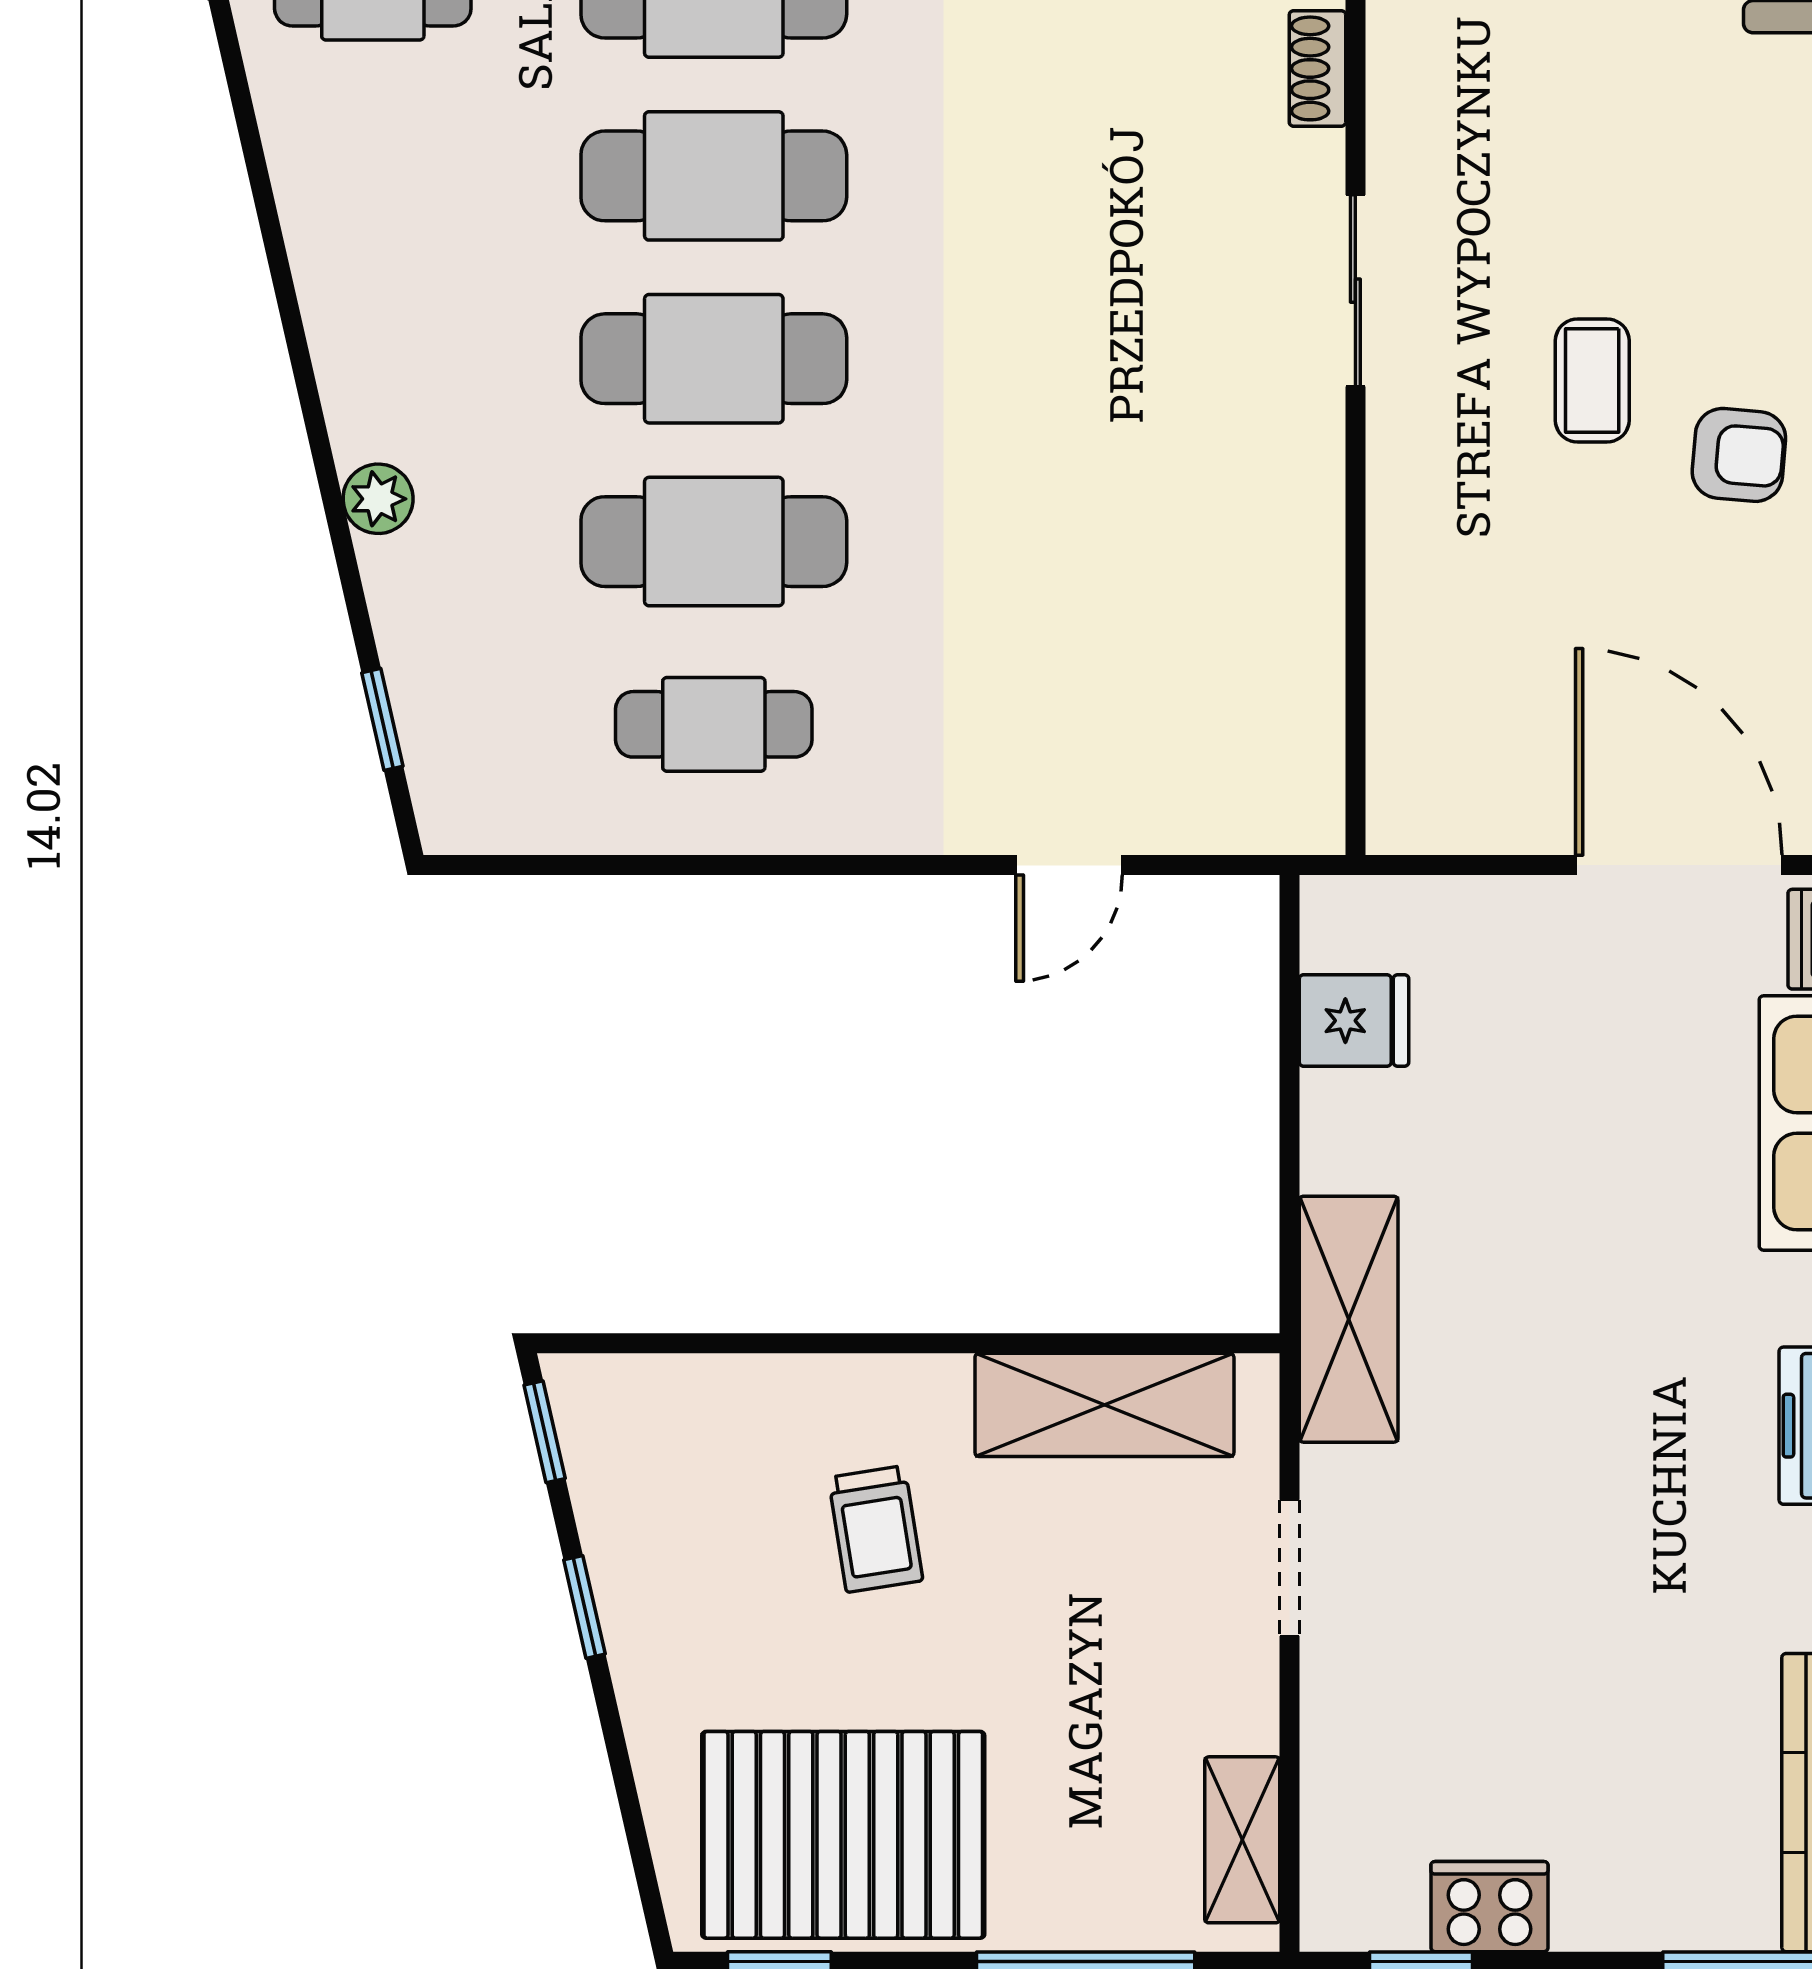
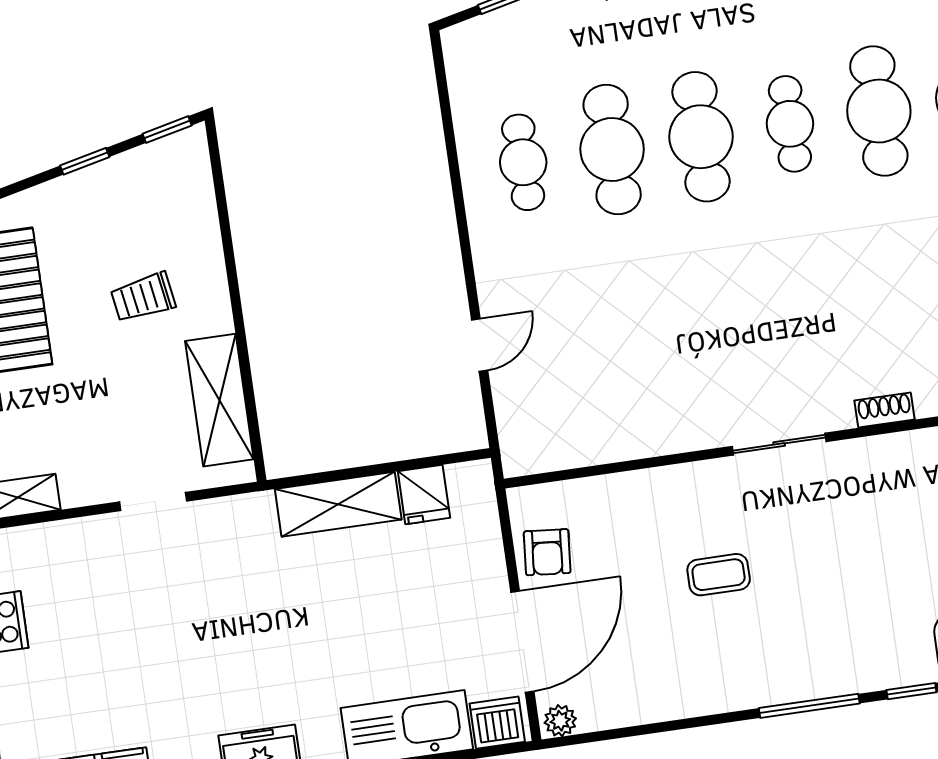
cafe table: (714, 176) -> (790, 124), width x0.73, depth x0.74
coffee table: (1592, 381) -> (719, 575), moved
armchair: (1739, 455) -> (547, 552), moved
door: (1069, 865) -> (480, 345), swing flipped
shelving: (1349, 1319) -> (338, 504), moved

